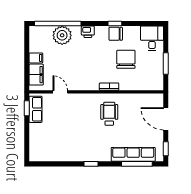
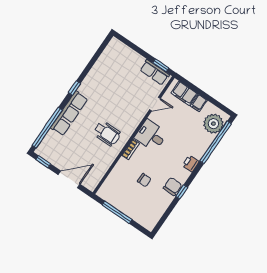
plant: (62, 35) -> (213, 124), moved
desk: (152, 38) -> (151, 135), moved, turned 180
chair: (126, 59) -> (144, 180), width x0.54, depth x0.54
window: (166, 63) -> (117, 212), width x1.44
row of seats: (133, 154) -> (69, 113), moved
window: (137, 164) -> (47, 128), width x1.46

